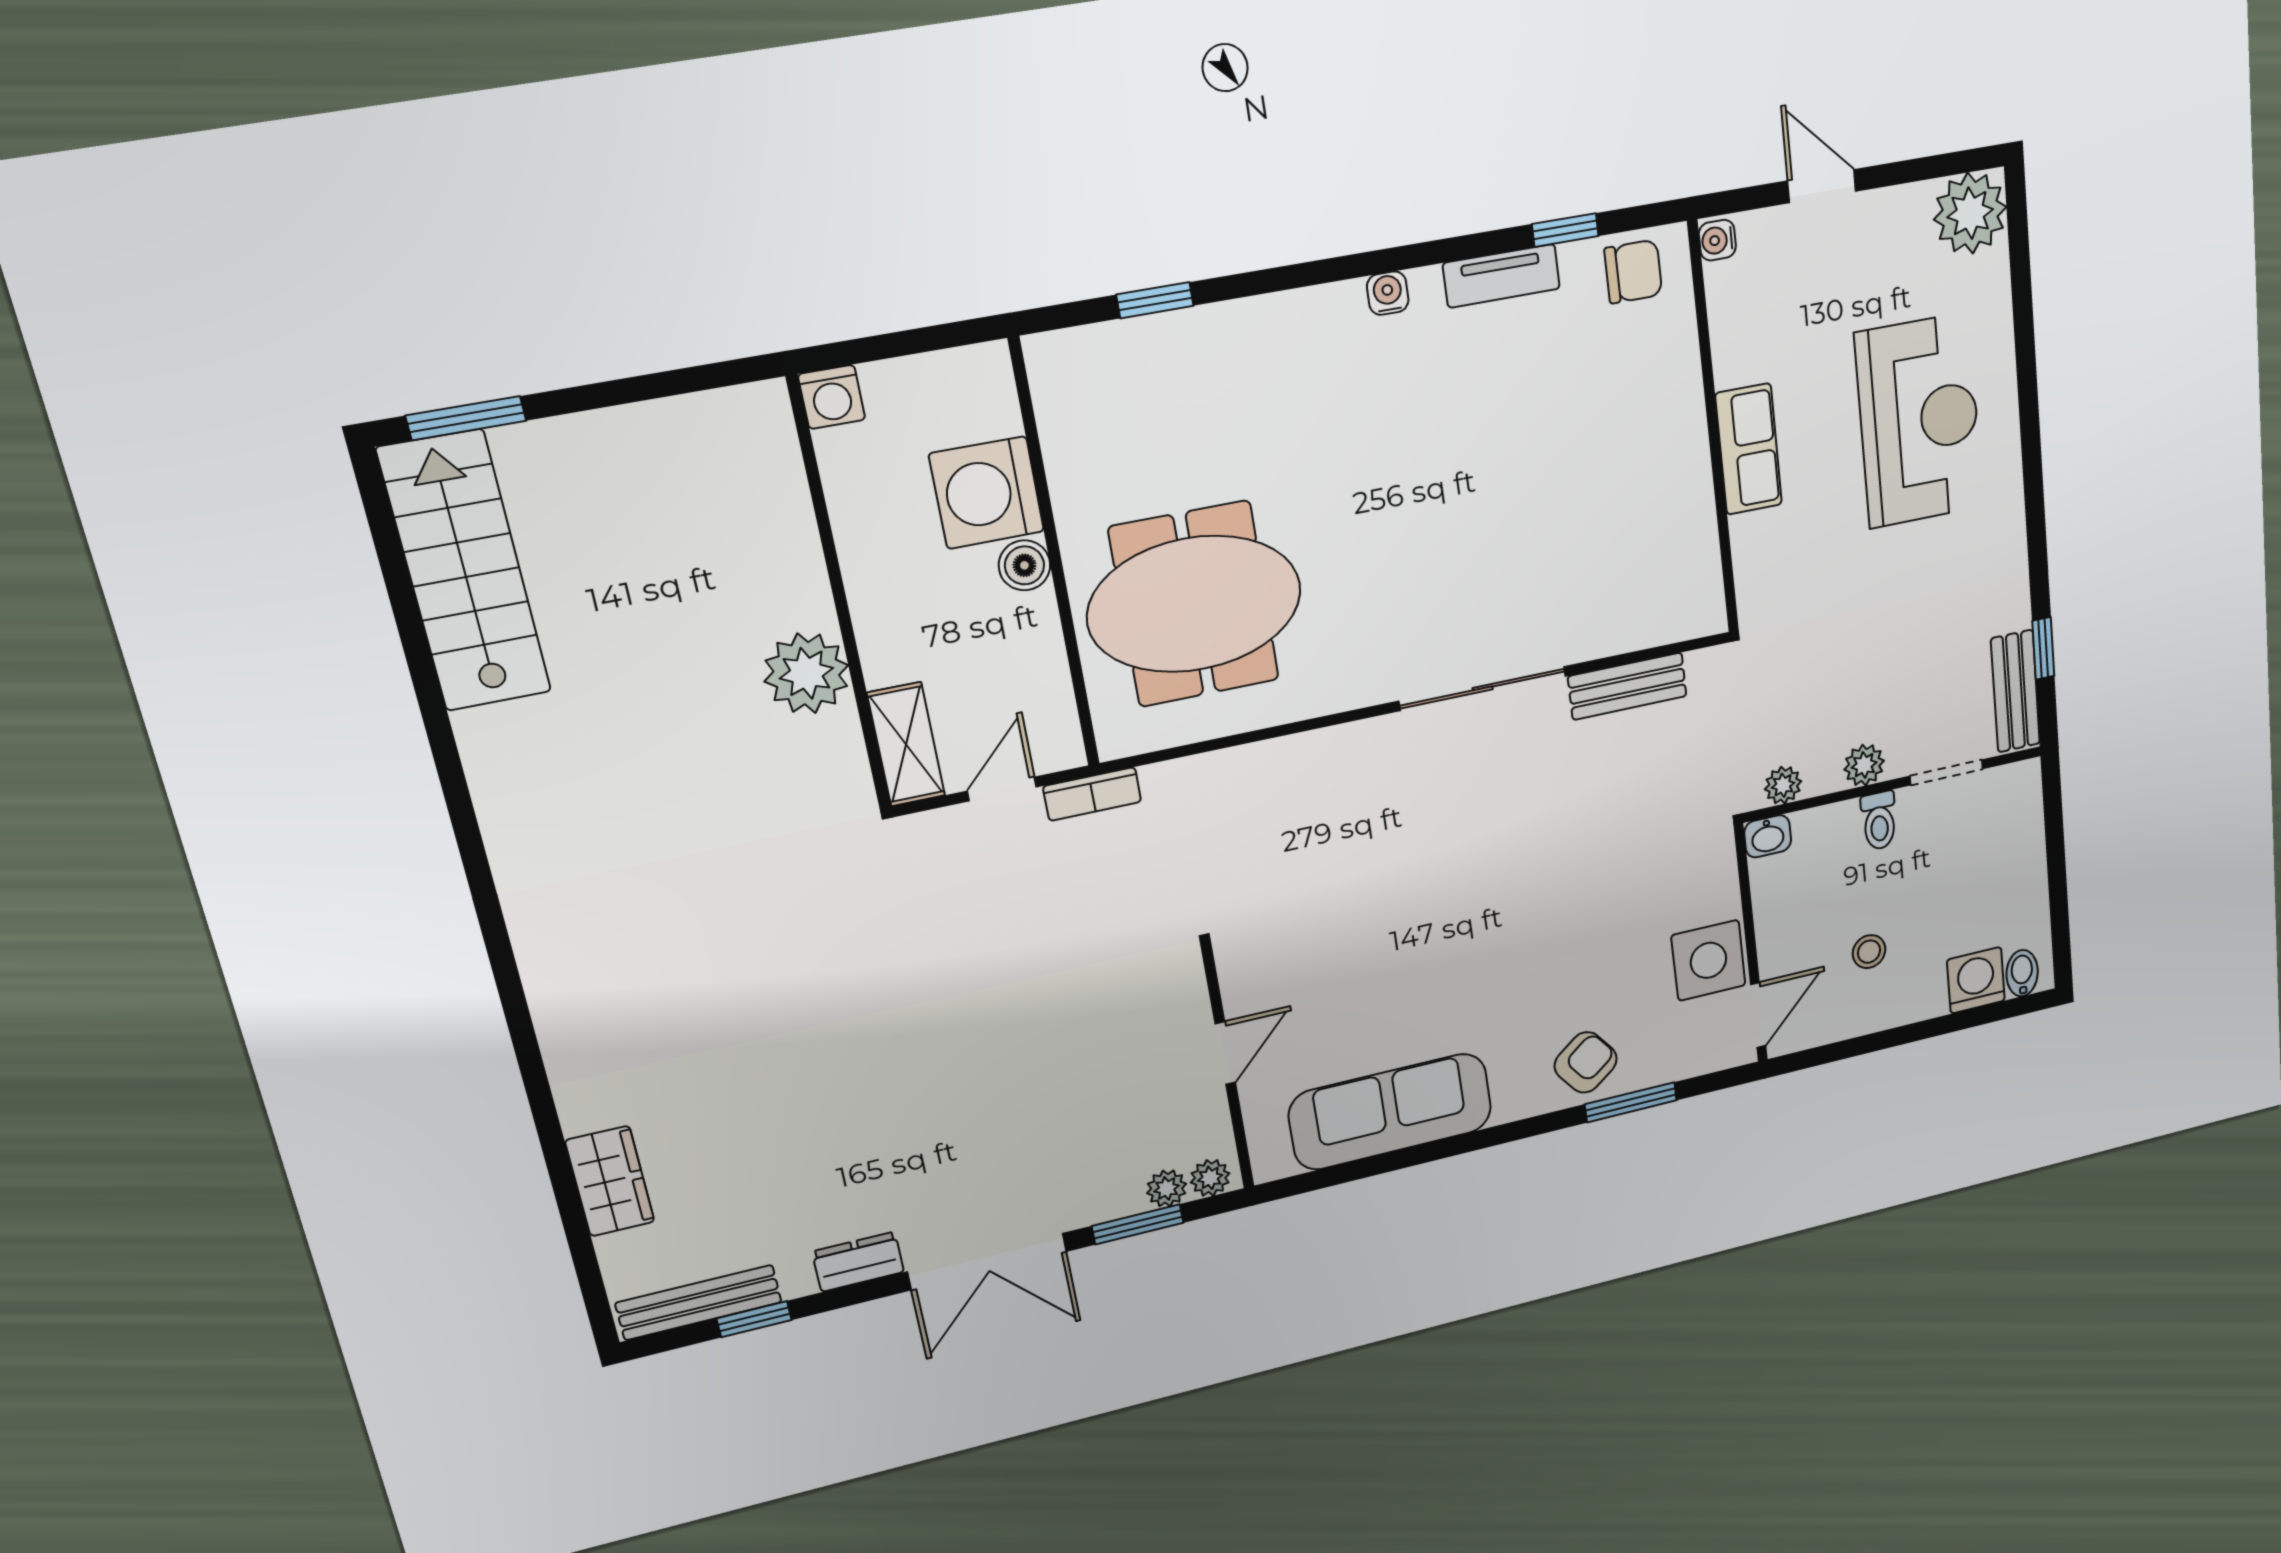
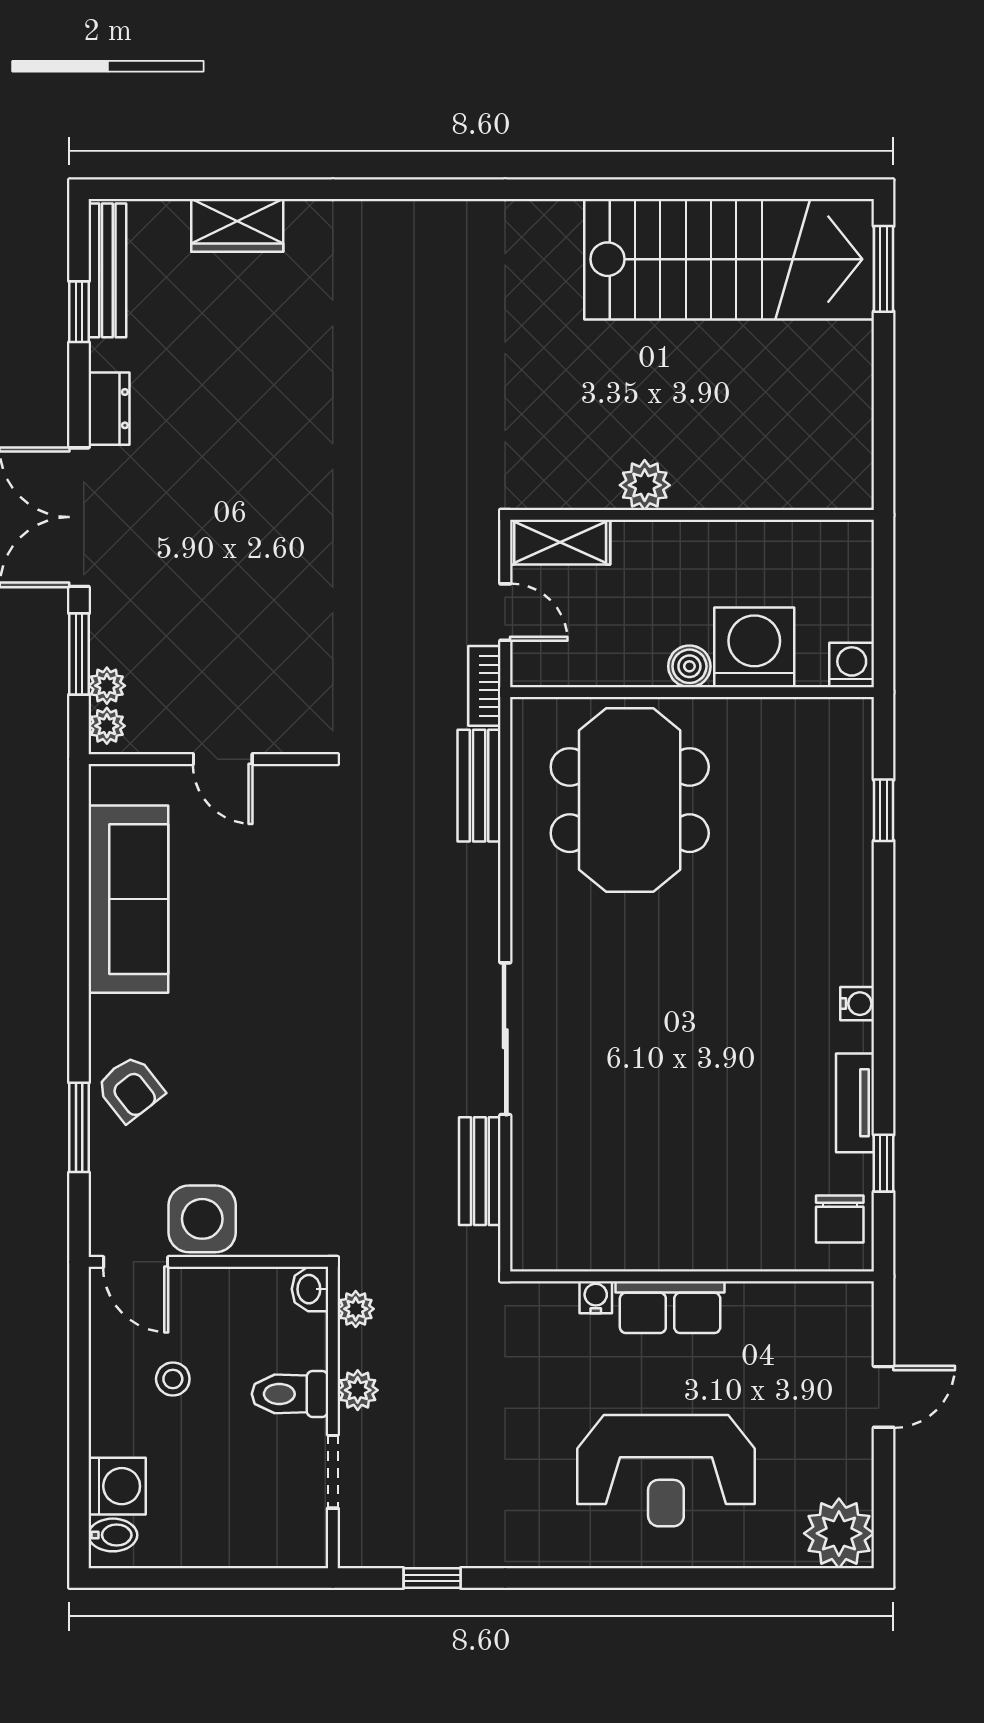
water cooler: (1717, 240) -> (596, 1297), moved
washing machine: (832, 397) -> (852, 665), moved, turned 90
stairs: (465, 571) -> (729, 259), width x1.36, depth x1.51
plant: (806, 673) -> (645, 485), width x0.73, depth x0.73
bench: (2015, 691) -> (479, 786), moved, turned 90
toilet: (1879, 821) -> (290, 1394), width x1.37, depth x1.39

